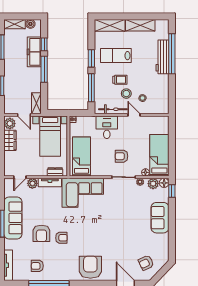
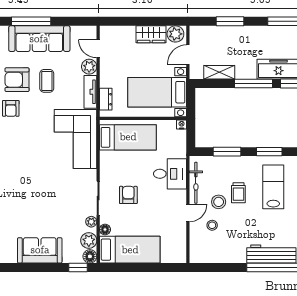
window: (91, 88) -> (227, 152), width x0.69
shelving: (36, 103) -> (219, 72), moved
coffee table: (42, 213) -> (47, 81), added

